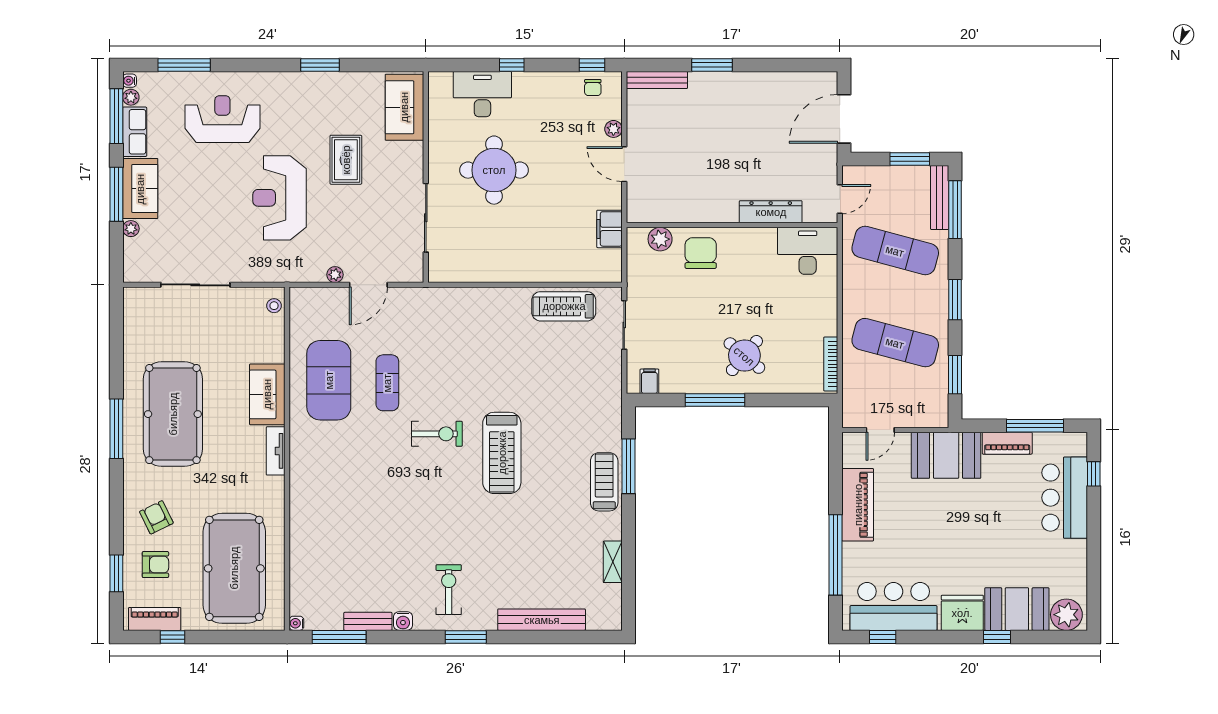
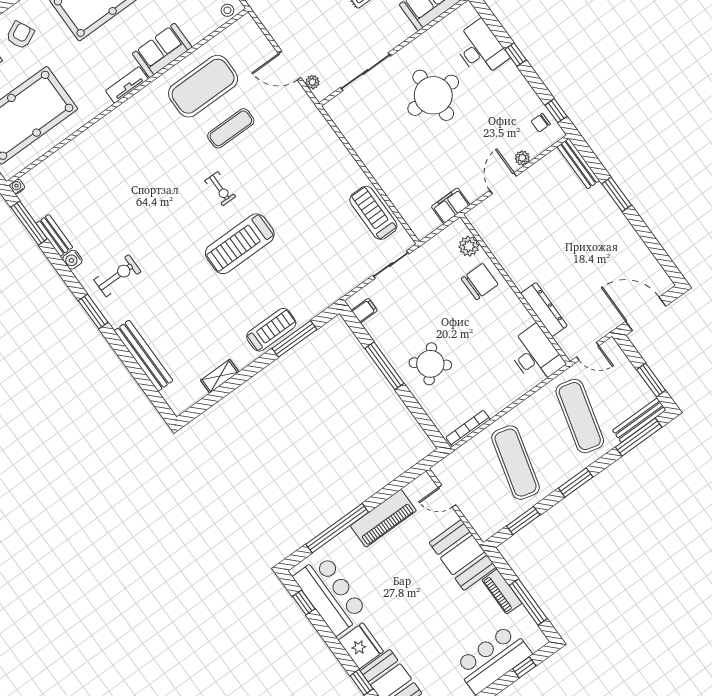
plant: (335, 275) -> (312, 82), moved
exercise bike: (437, 434) -> (220, 189), width x0.73, depth x0.72

